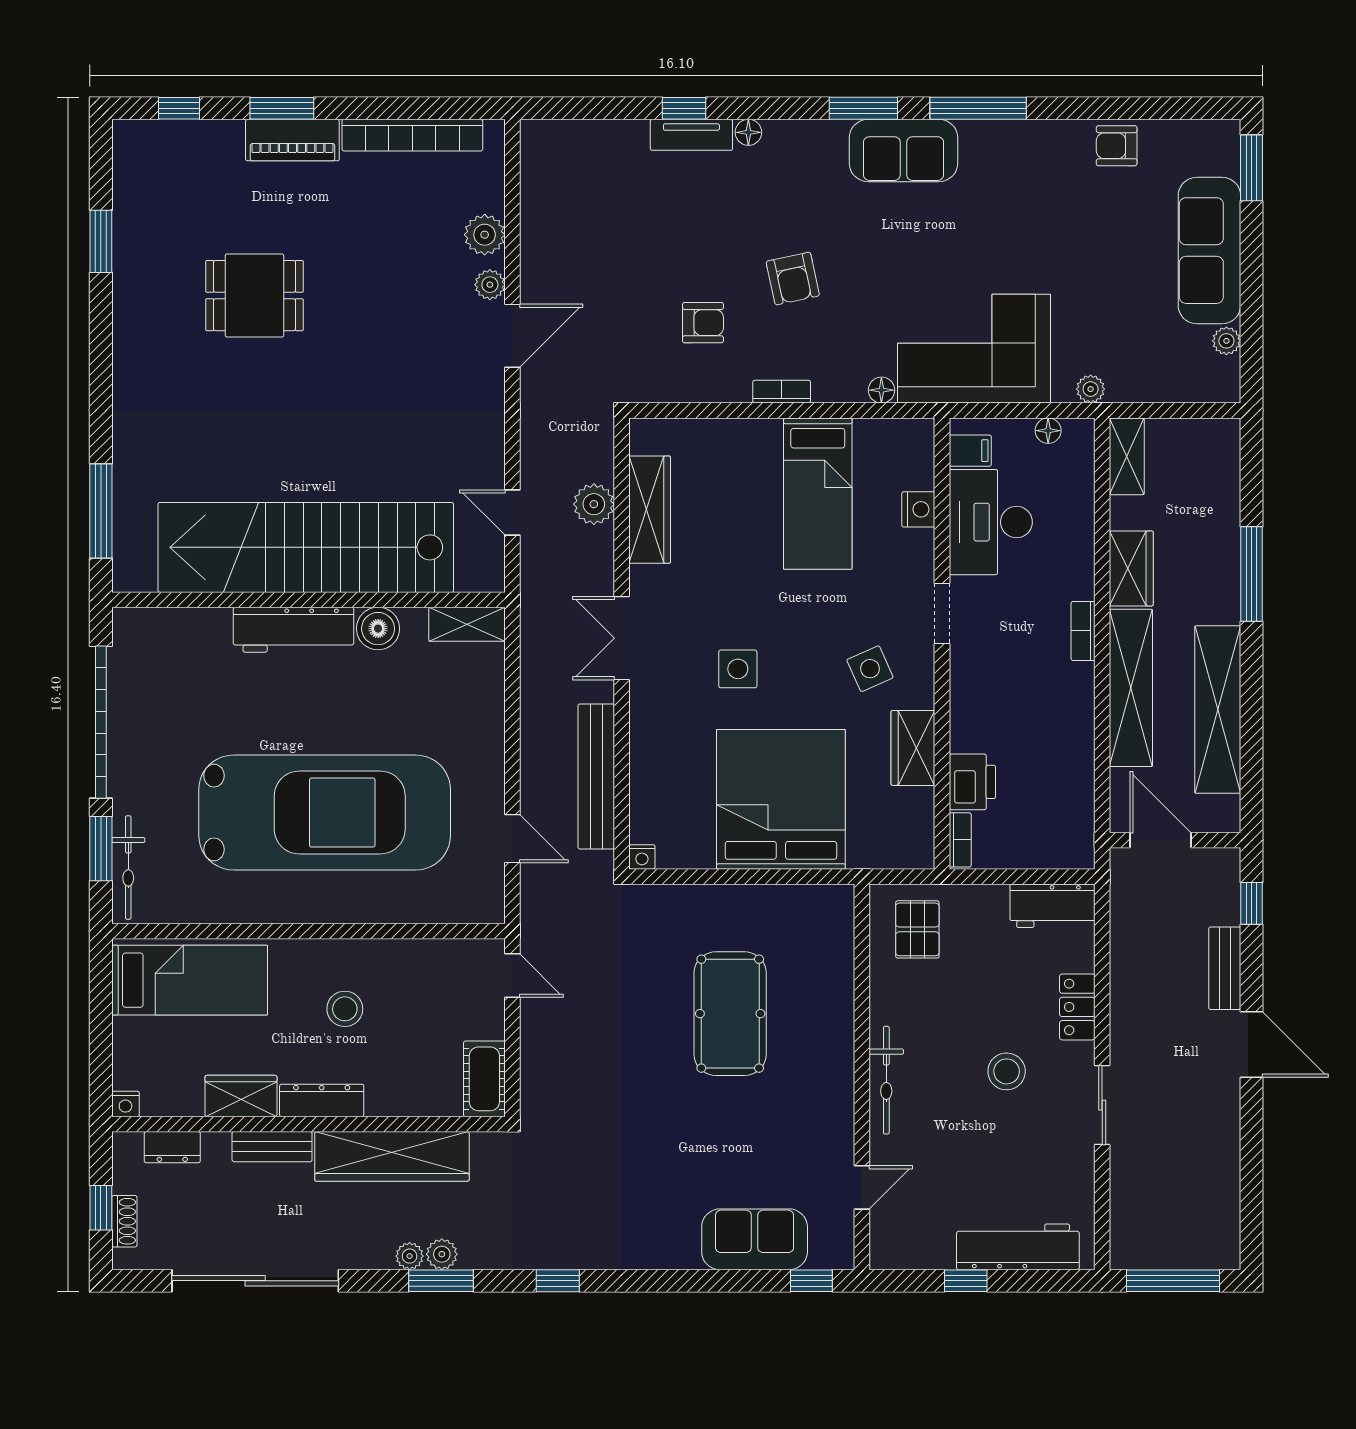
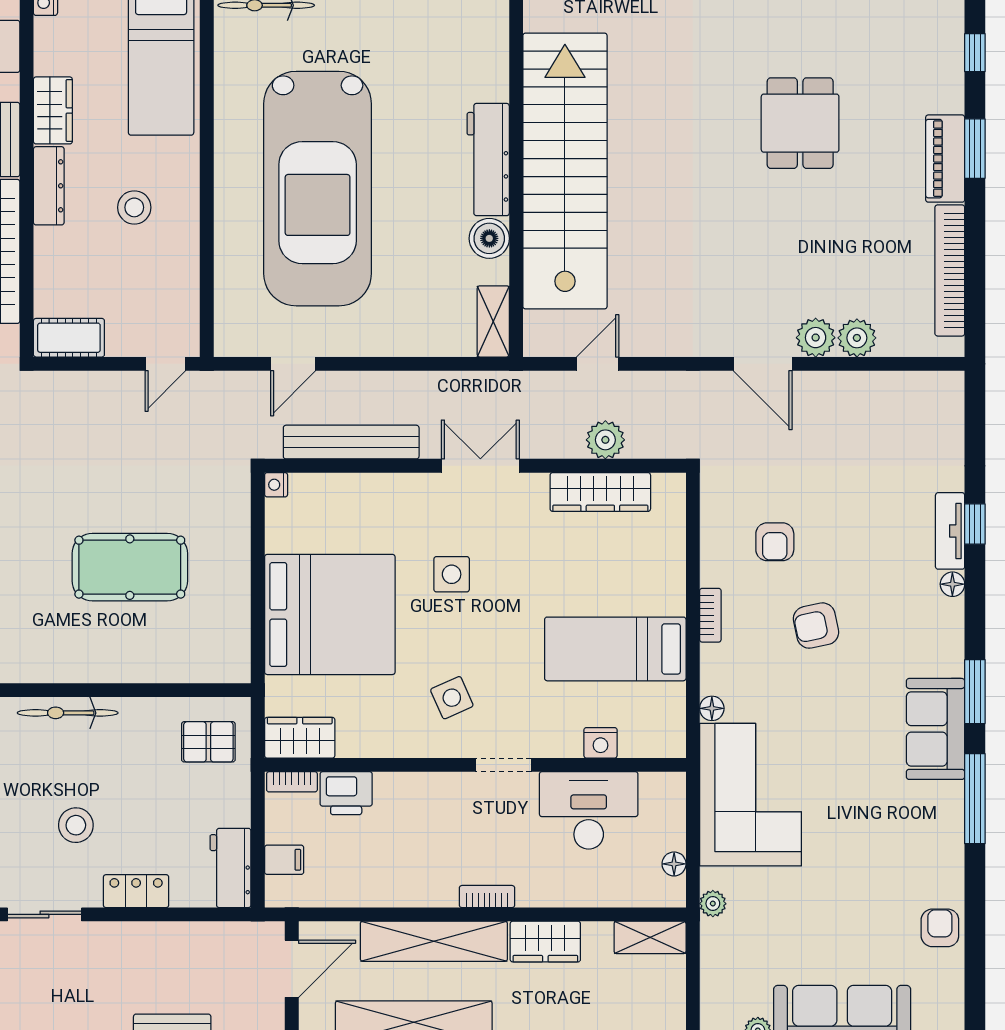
plant: (490, 285) -> (816, 338), width x1.38, depth x1.38
filing cabinet: (970, 451) -> (284, 860), moved, turned -90
wardrobe: (913, 748) -> (300, 738), moved

